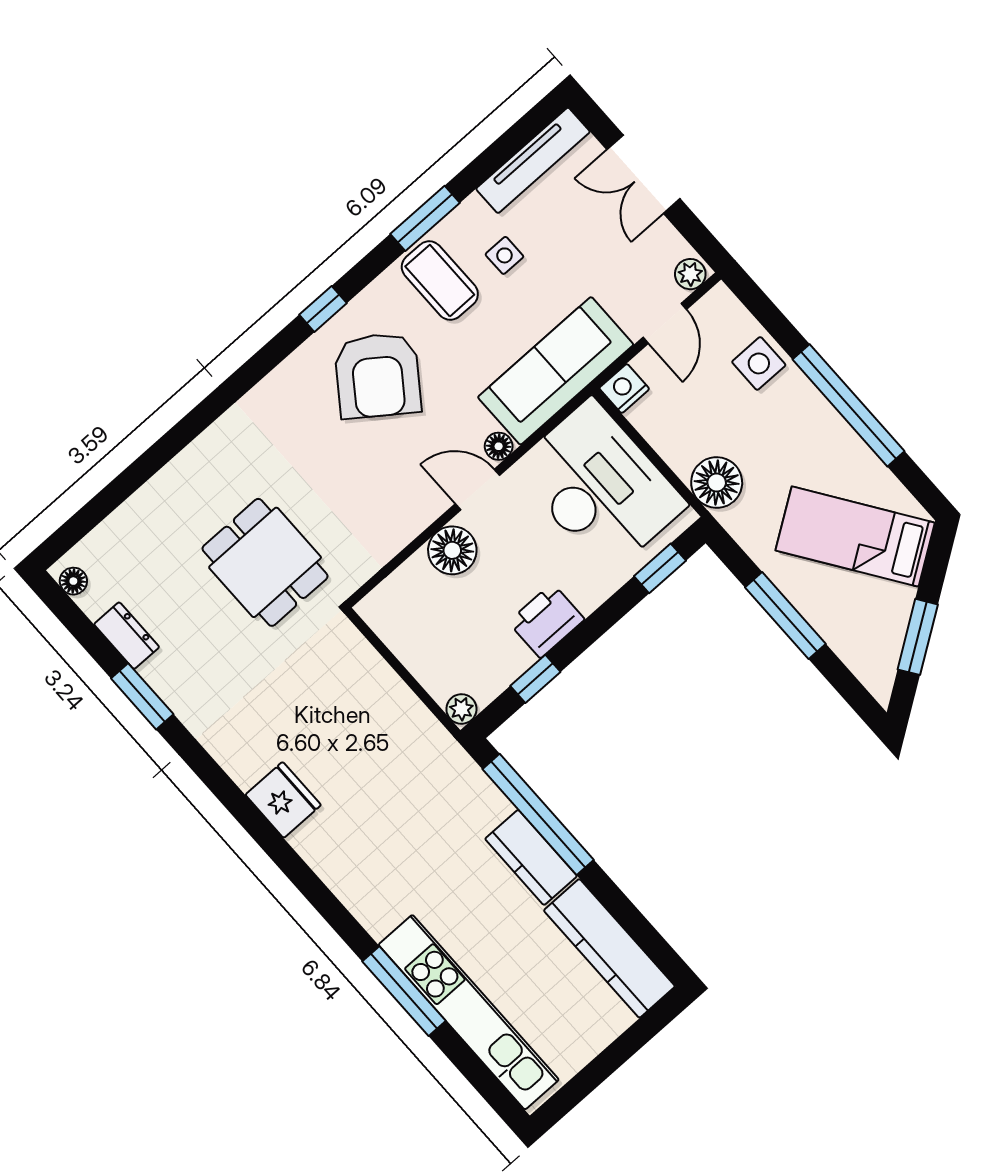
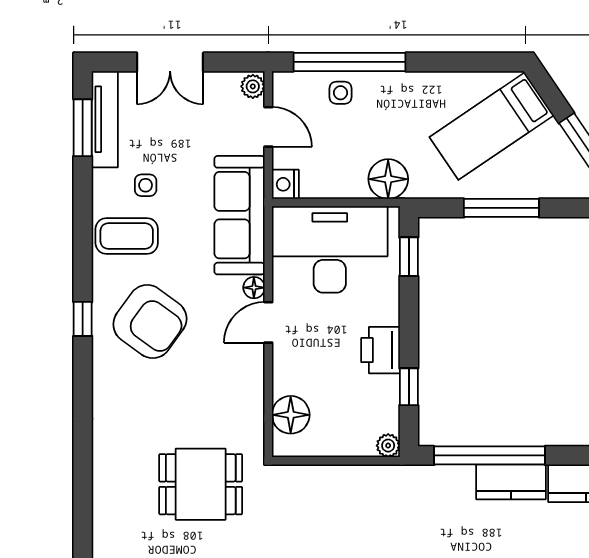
window: (425, 218) -> (83, 128), moved
side table: (759, 363) -> (341, 93), width x0.73, depth x0.73
window: (849, 405) -> (350, 62), moved
floor lamp: (452, 550) -> (291, 415), moved

